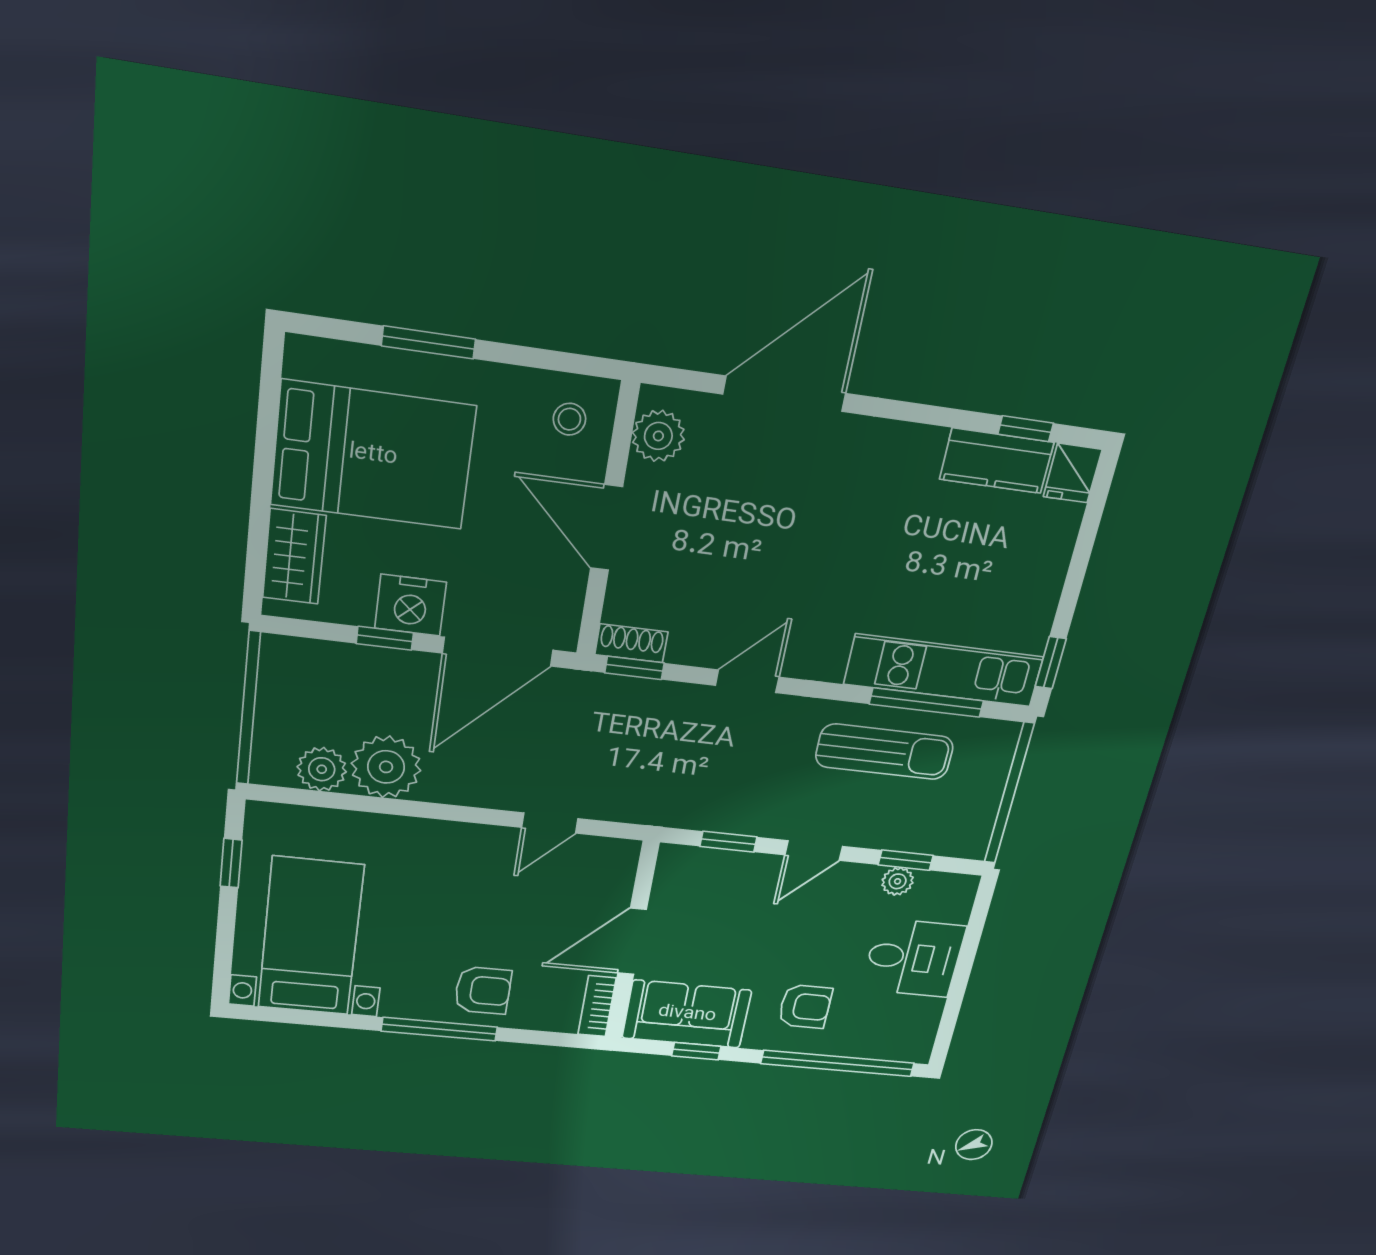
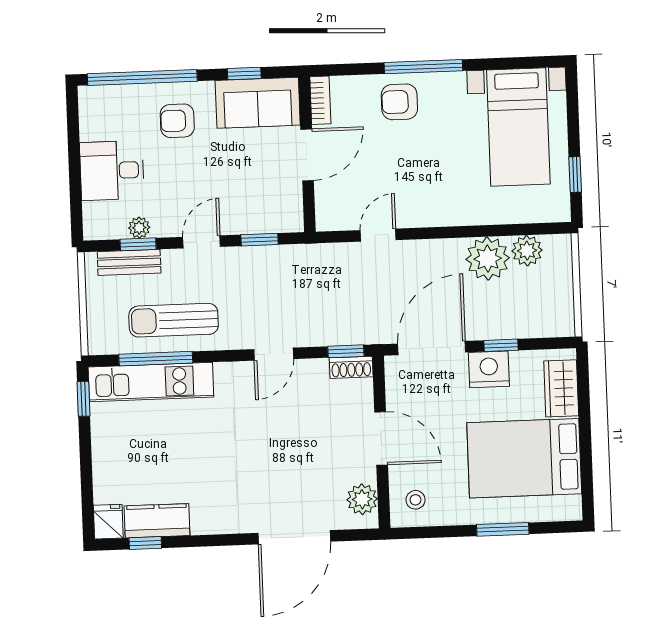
bench: (926, 839) -> (129, 262), added

